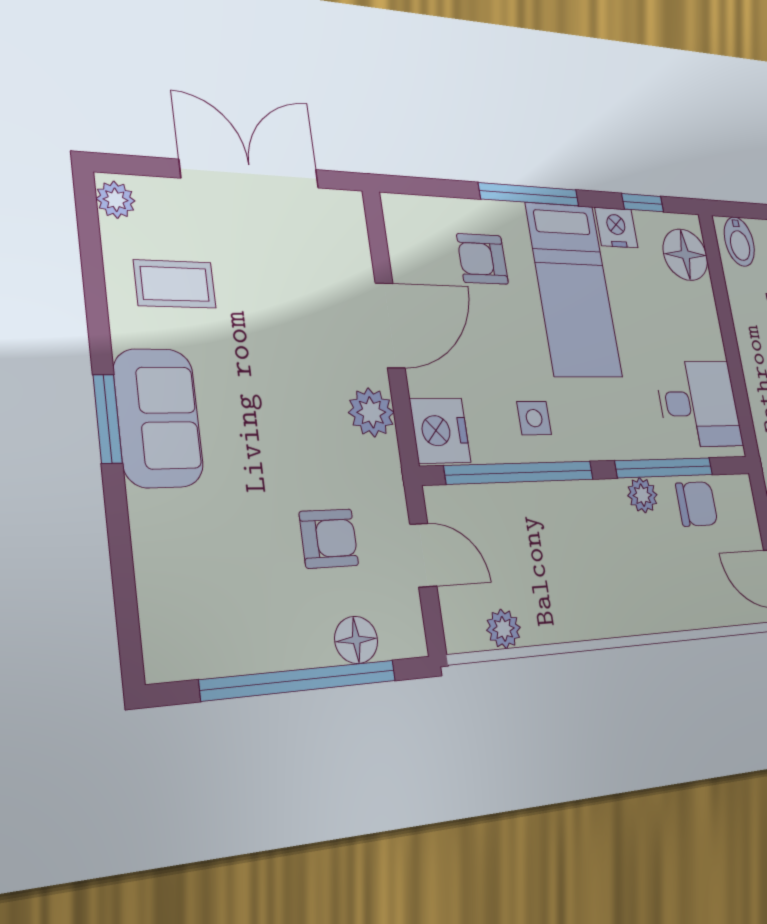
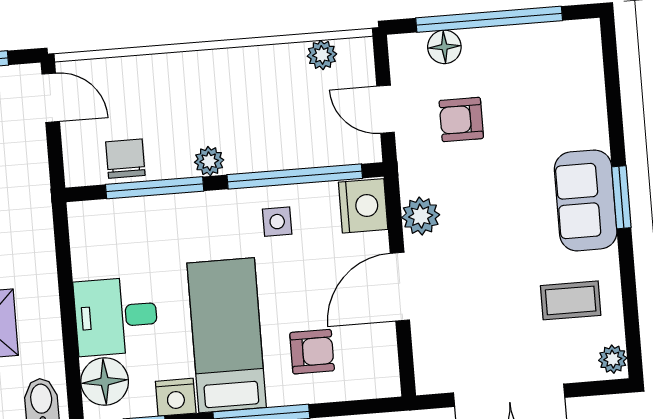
desk: (699, 404) -> (116, 316), moved
plant: (642, 495) -> (209, 161), moved
chair: (697, 504) -> (125, 159), turned 90

